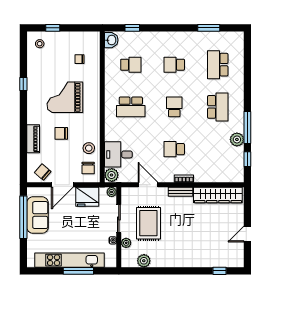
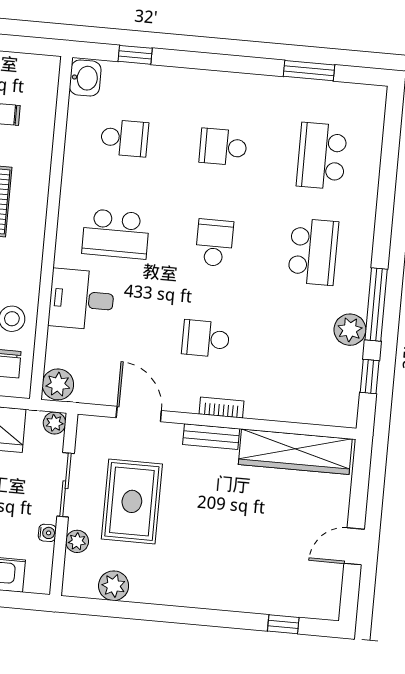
desk: (118, 154) -> (82, 299), moved

